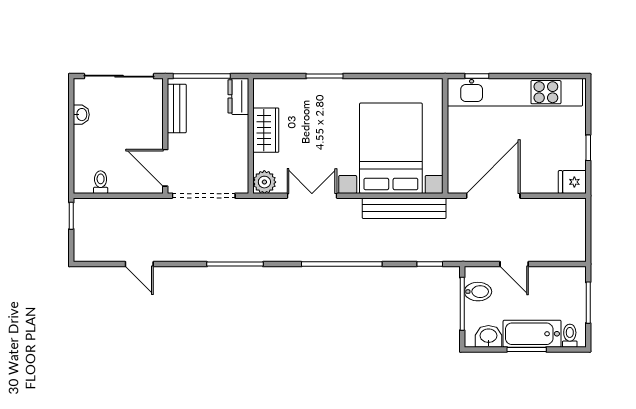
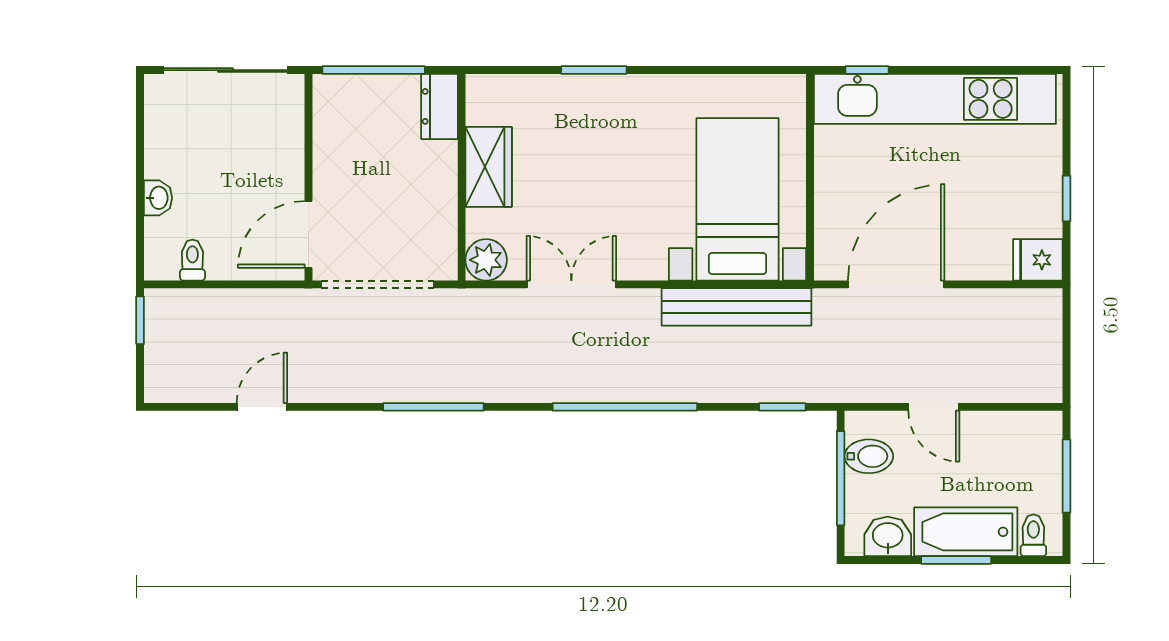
bench: (177, 108) -> (329, 128), removed
washbasin: (81, 115) -> (158, 198), moved
bed with nightstands: (391, 148) -> (738, 199), width x0.73
door: (165, 168) -> (309, 234), hinge flipped
door: (139, 264) -> (262, 407), swing flipped

